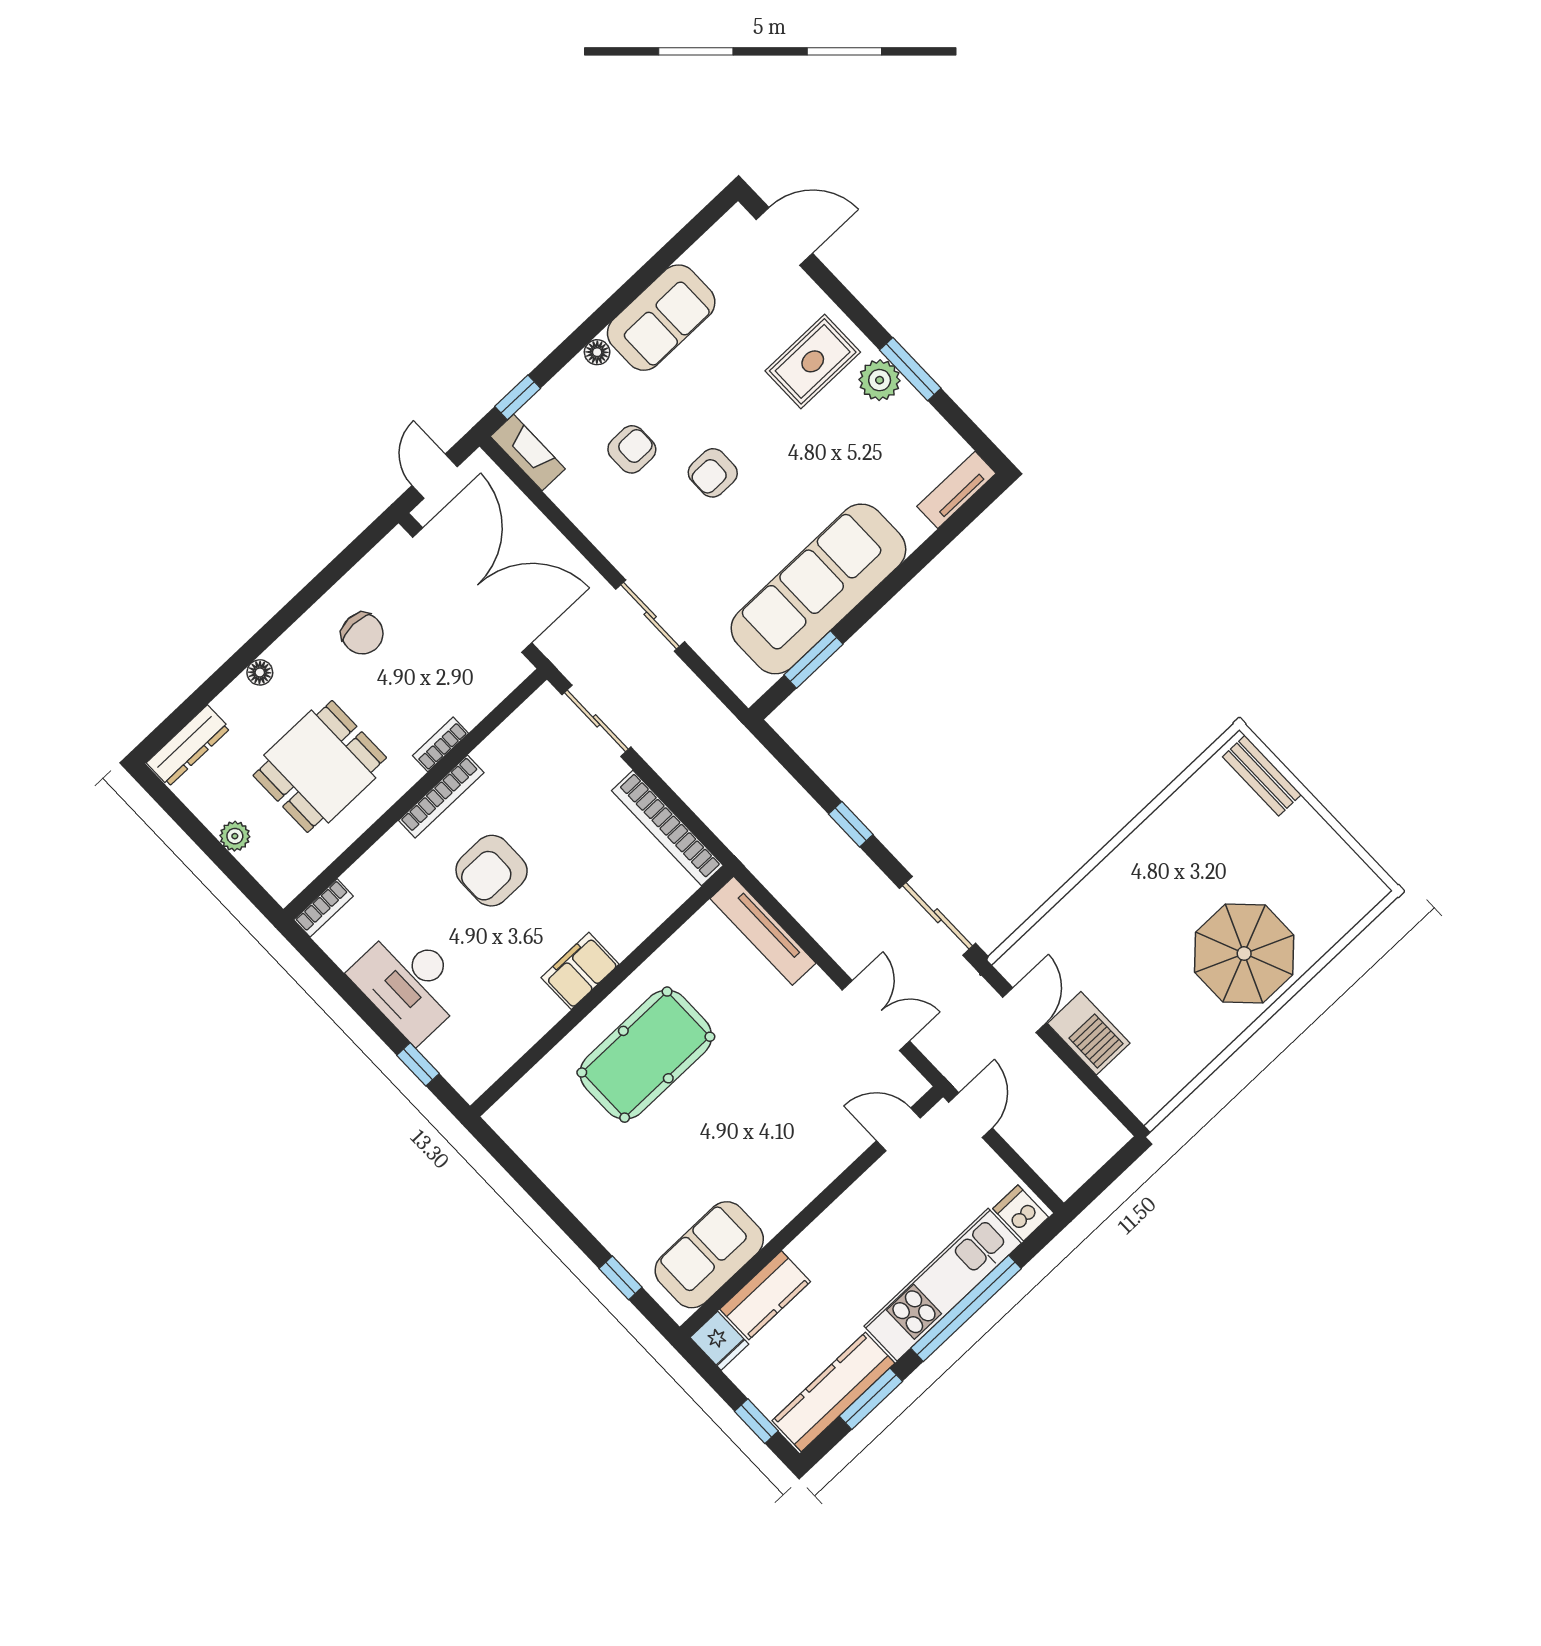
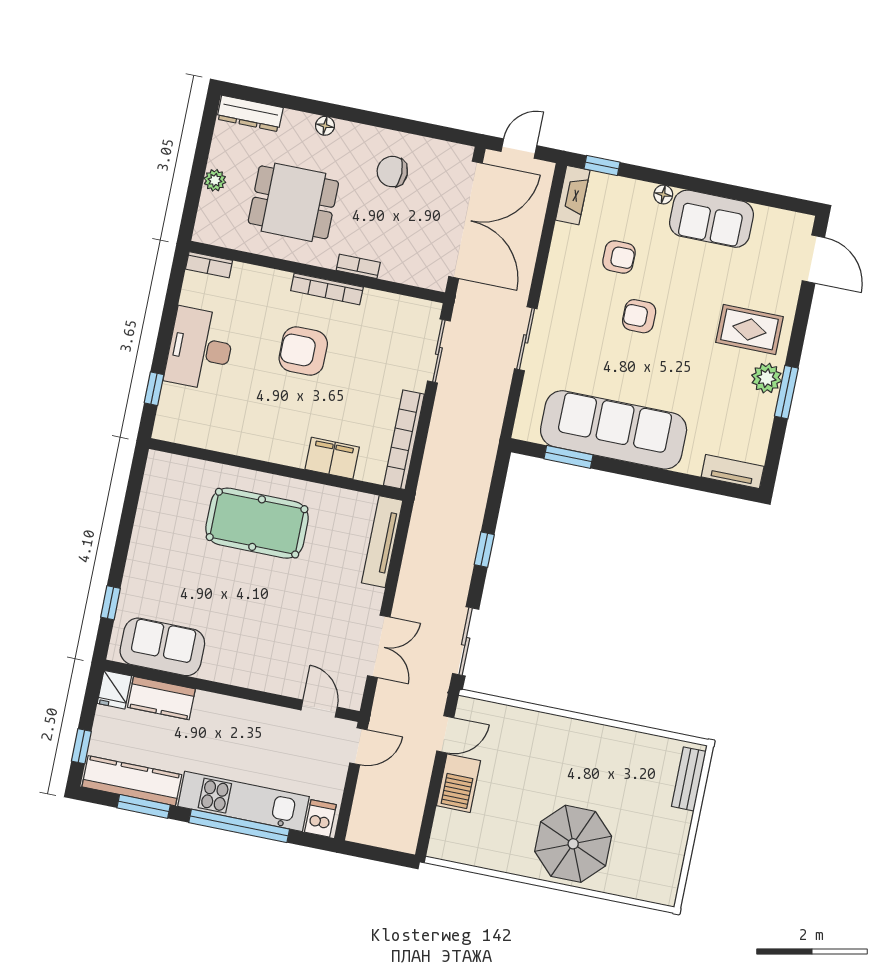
chair: (362, 634) -> (392, 172), turned 90
filing cabinet: (580, 971) -> (332, 458), moved

